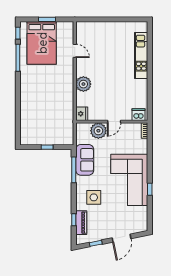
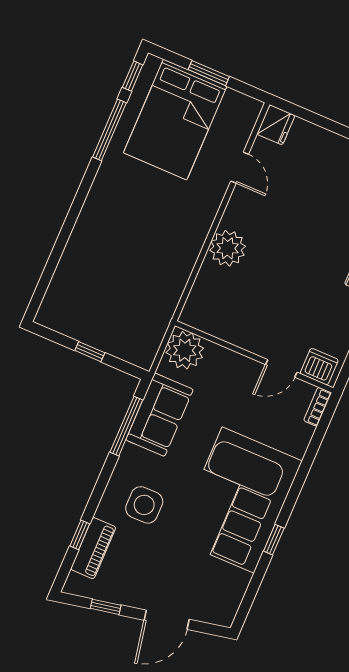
fridge: (82, 114) -> (276, 125), moved
door: (114, 122) -> (281, 368), moved
plant: (98, 131) -> (185, 350), moved

